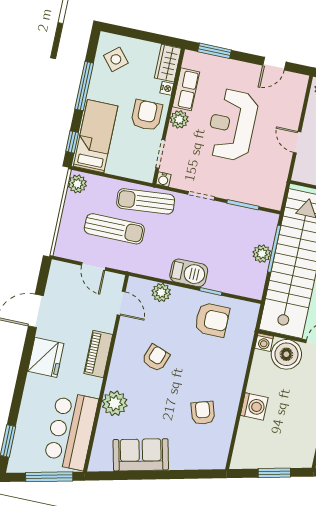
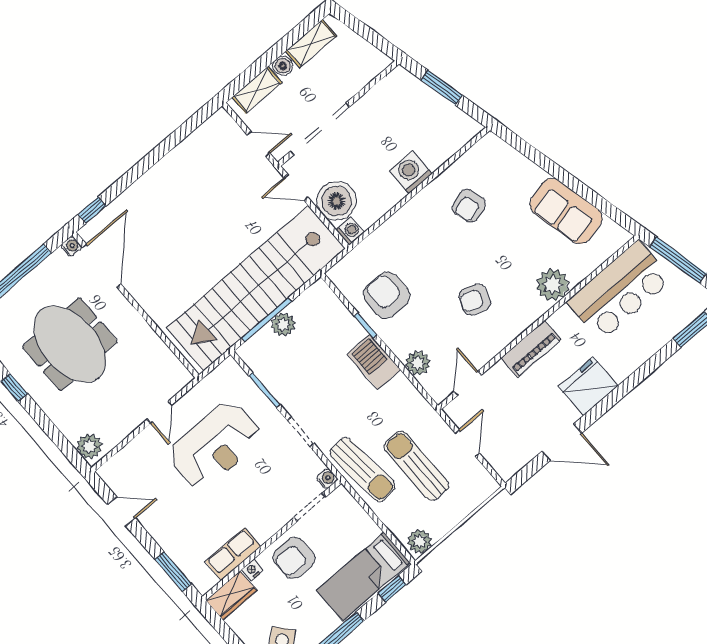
plant: (179, 119) -> (264, 528), removed
reception desk: (232, 125) -> (215, 445), moved

